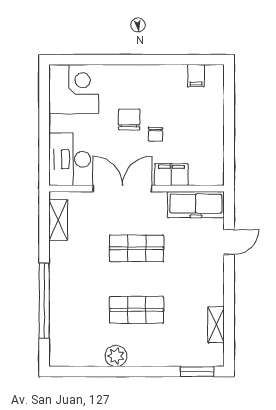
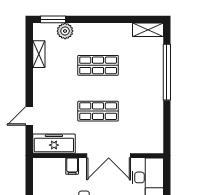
filing cabinet: (171, 175) -> (72, 166), width x0.50
shelving: (58, 220) -> (148, 30), moved, turned 90
plant: (116, 356) -> (65, 31), moved

